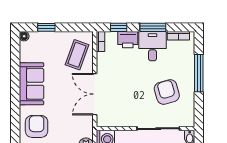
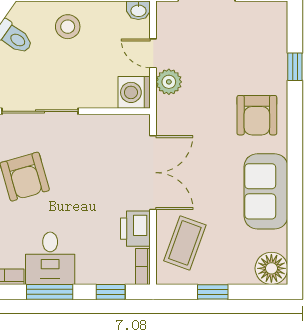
window: (46, 27) -> (213, 292), moved
floor lamp: (24, 36) -> (271, 268), width x1.89, depth x1.89
printer: (128, 40) -> (135, 229), moved, turned -90

